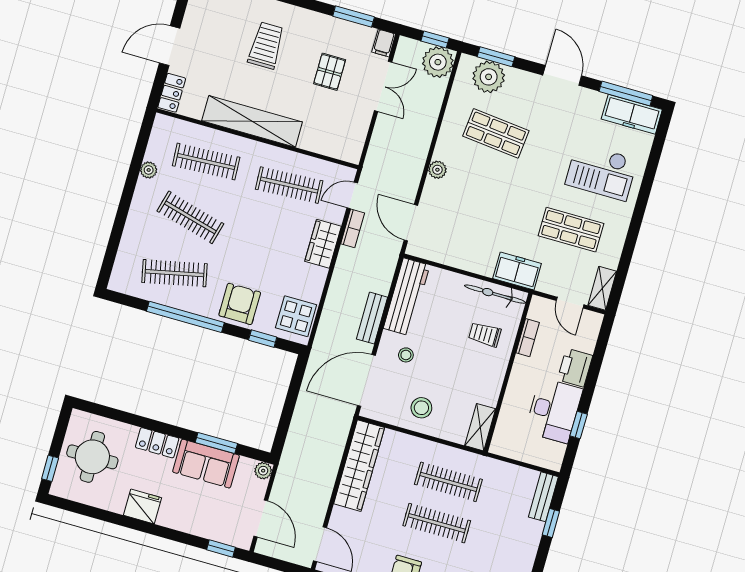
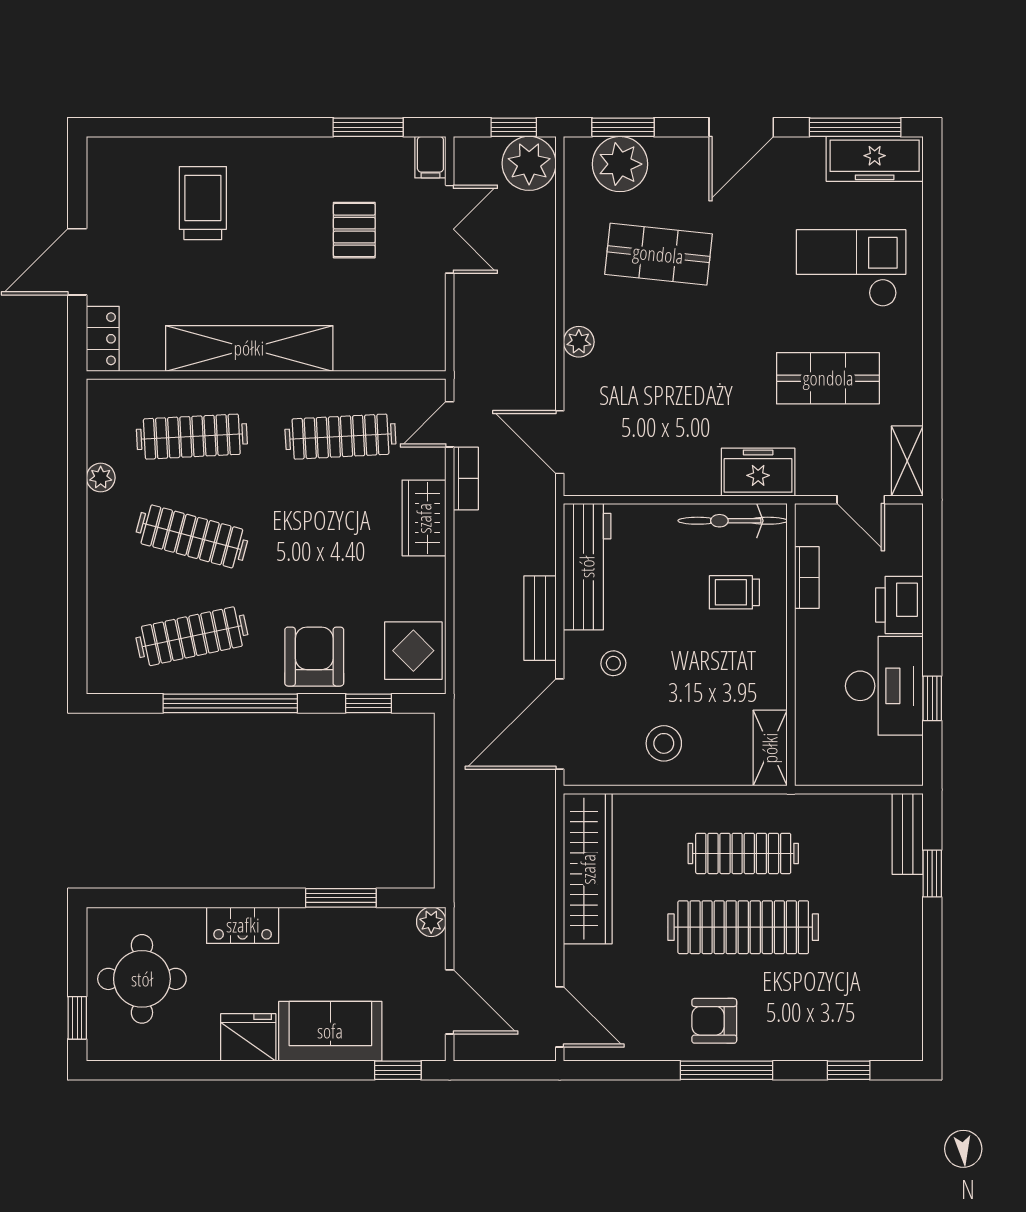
trolley: (266, 45) -> (203, 203), moved
door: (562, 75) -> (741, 127), swing flipped
checkout: (601, 172) -> (851, 268), turned 180
sofa: (206, 464) -> (330, 1031), moved, turned 180
clothes rail: (437, 523) -> (743, 927), width x1.37, depth x1.31

